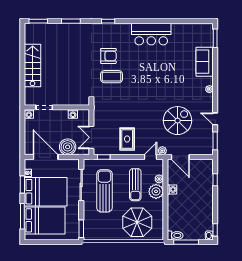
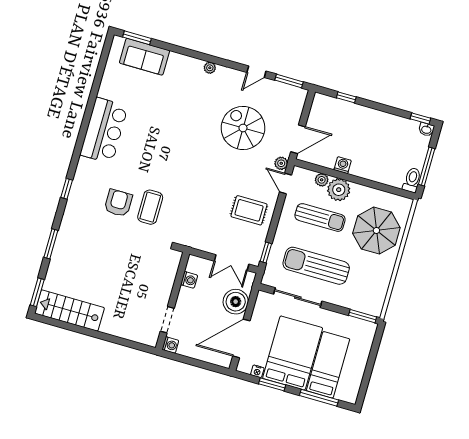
sofa: (205, 62) -> (144, 57), moved
stairs: (33, 65) -> (69, 310), moved
bed: (45, 220) -> (328, 365), width x0.67

